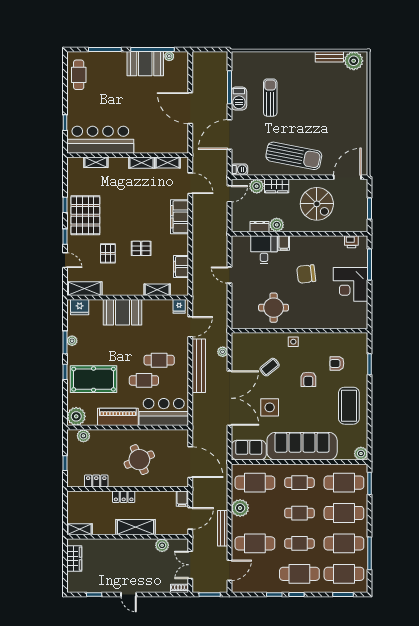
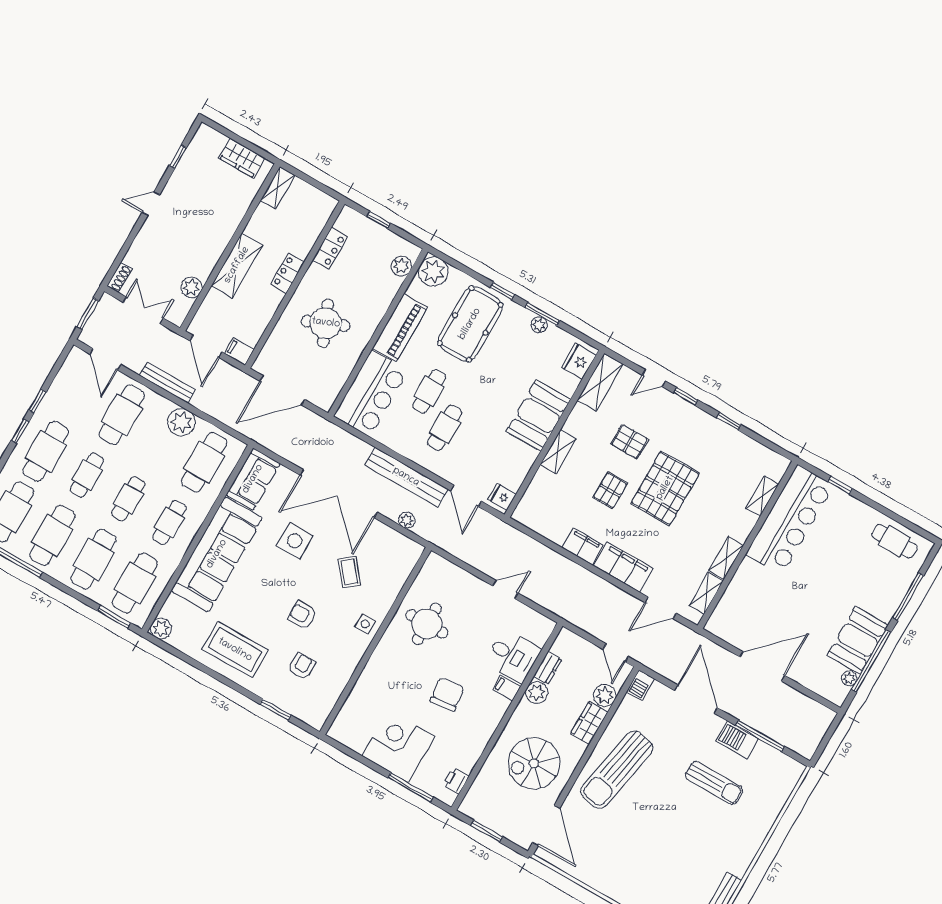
pallet: (85, 215) -> (665, 488), moved, turned 90
filing cabinet: (181, 267) -> (583, 546), moved
shelving: (157, 290) -> (558, 452), moved

